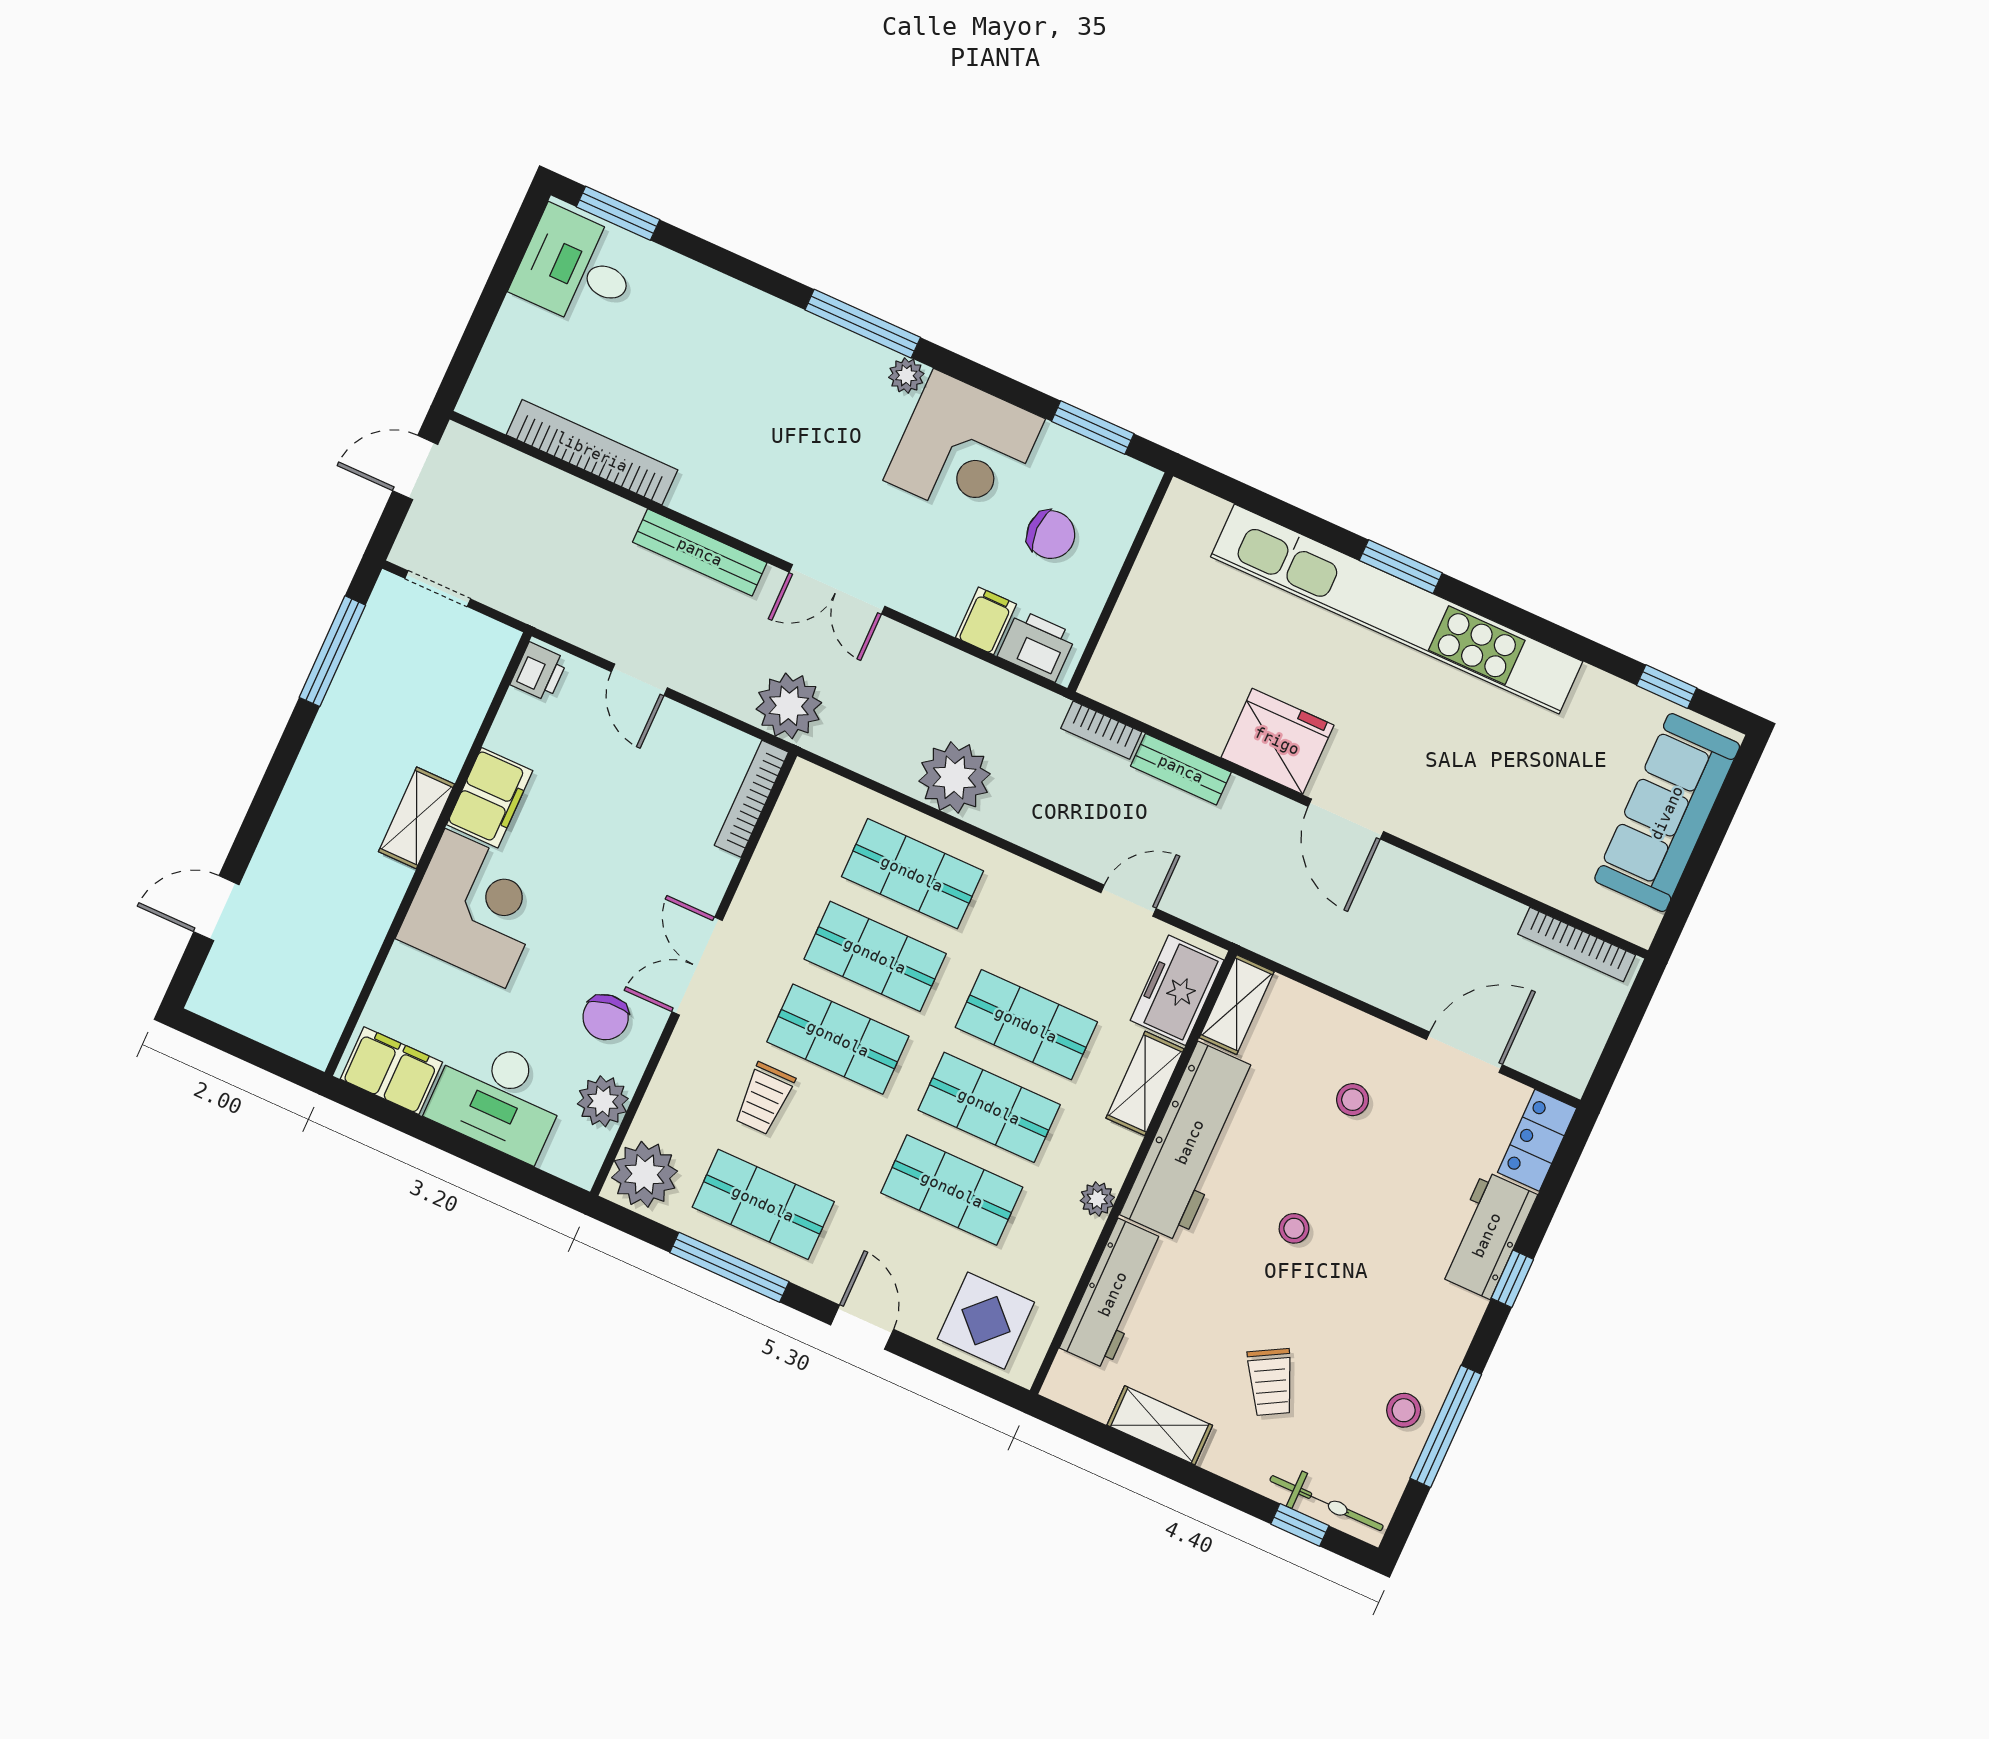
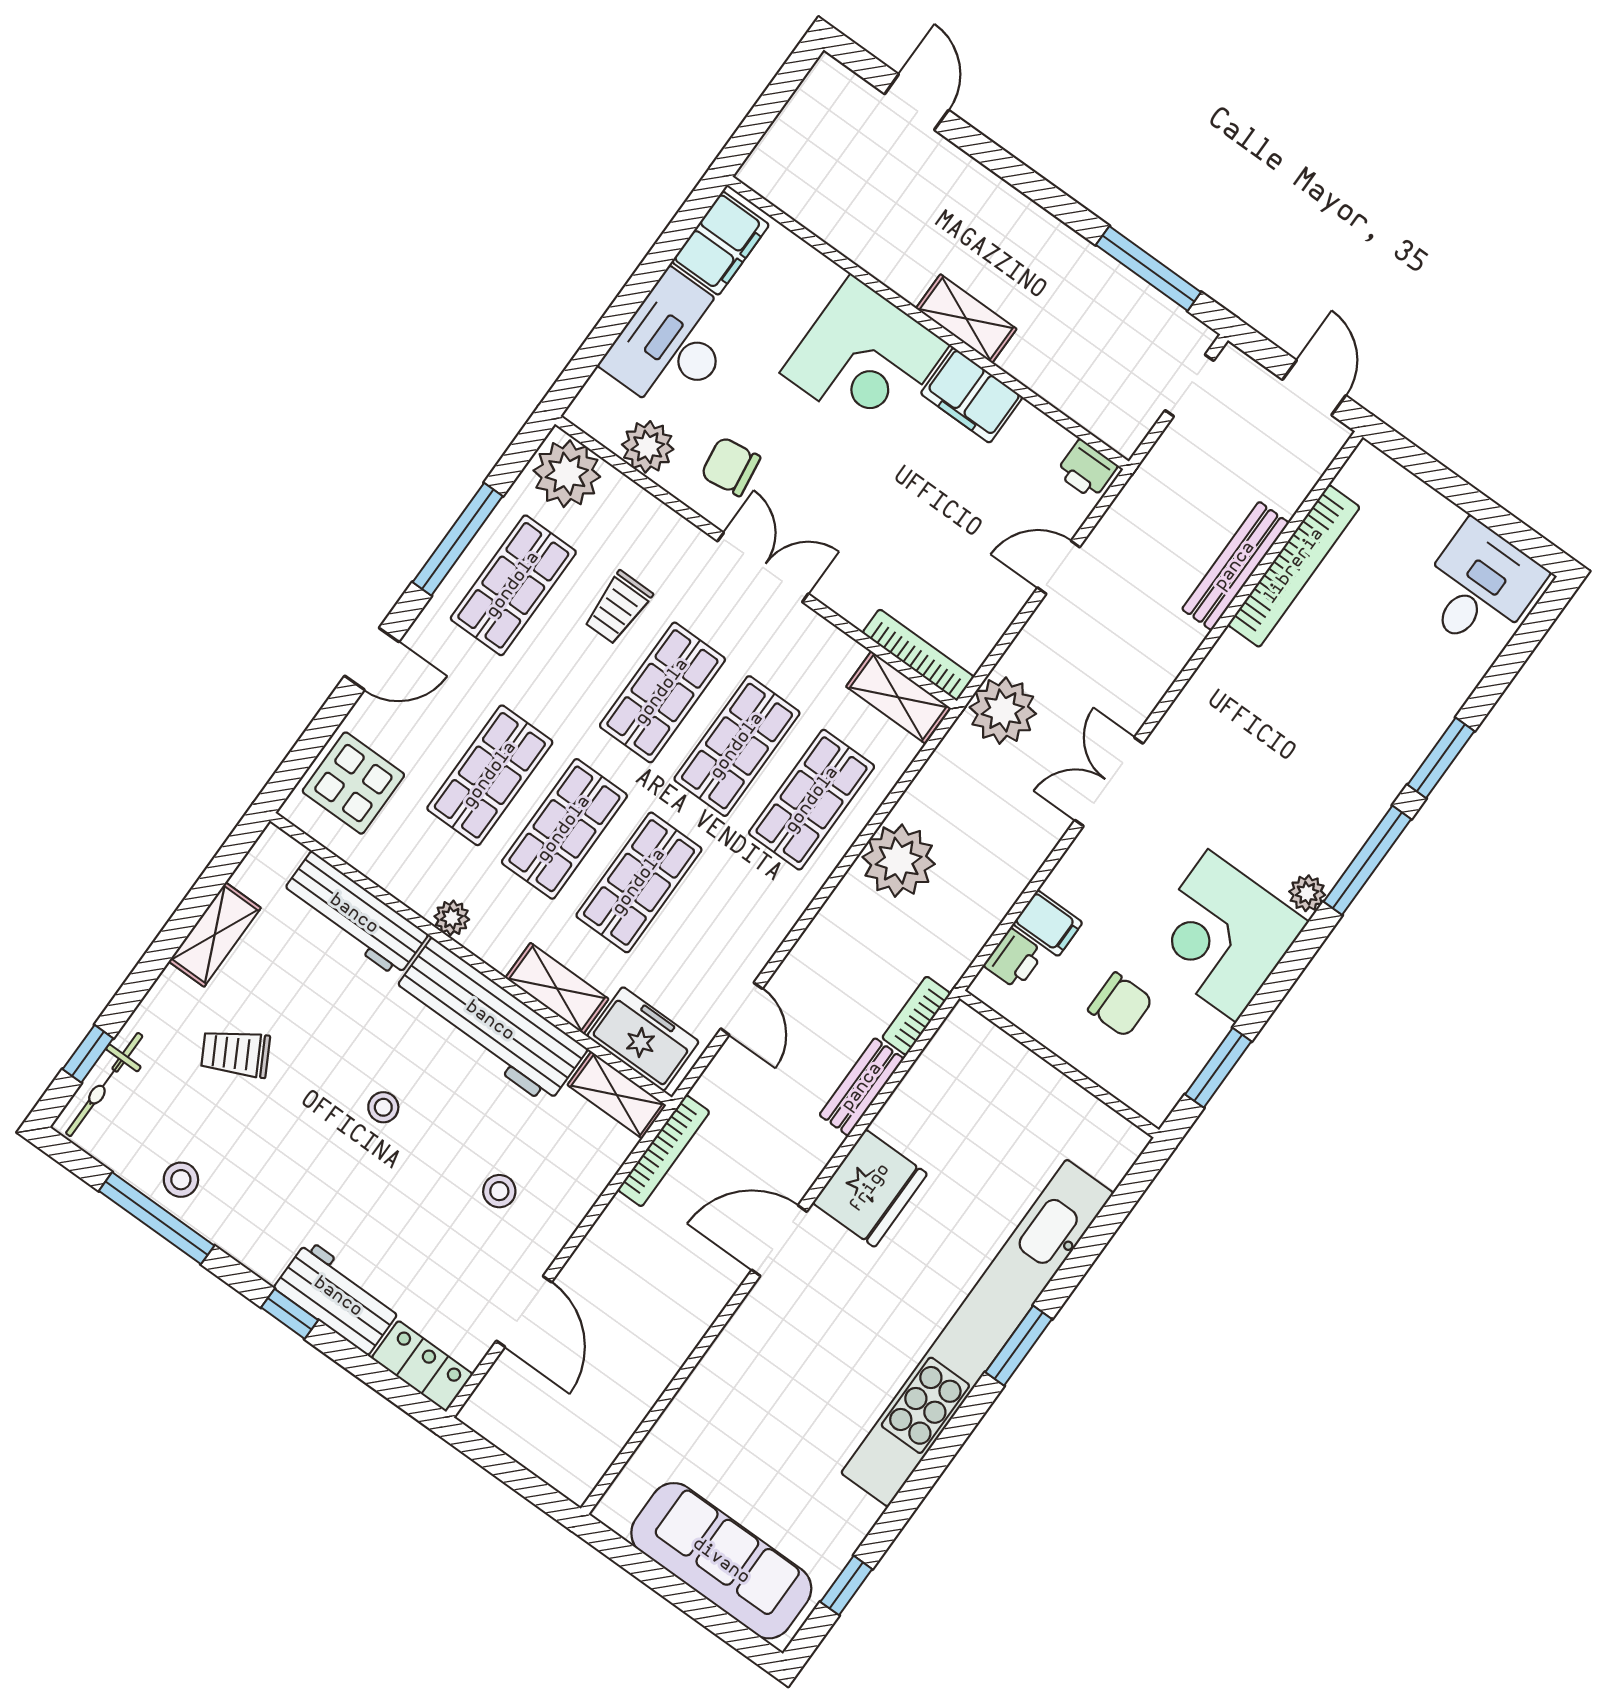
window: (618, 213) -> (1441, 758), moved
chair: (1051, 535) -> (1120, 1005), turned -90
bench: (700, 552) -> (1235, 566), moved
printer: (1037, 645) -> (1014, 959), width x0.73, depth x0.81
shelving: (796, 810) -> (898, 697), added
bookcase: (1577, 944) -> (664, 1151), moved, turned 180
trolley: (764, 1099) -> (618, 608), turned -90

